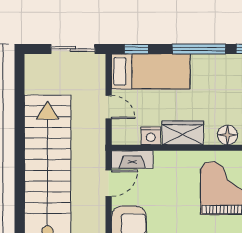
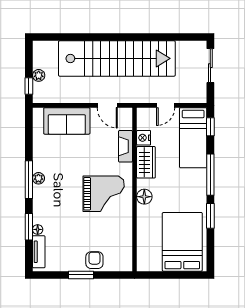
sliding door: (73, 49) -> (210, 66), moved
fireplace: (132, 160) -> (125, 146), moved

